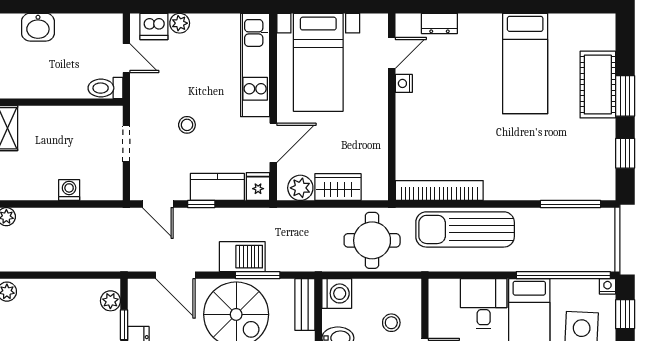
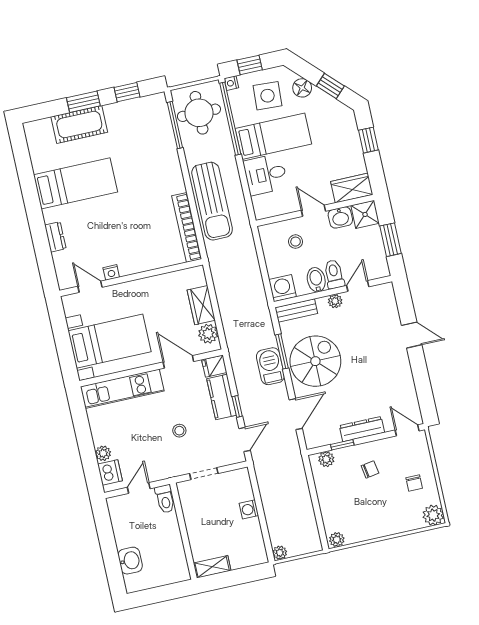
dresser: (439, 23) -> (55, 237), moved
round table: (372, 240) -> (199, 113), moved

